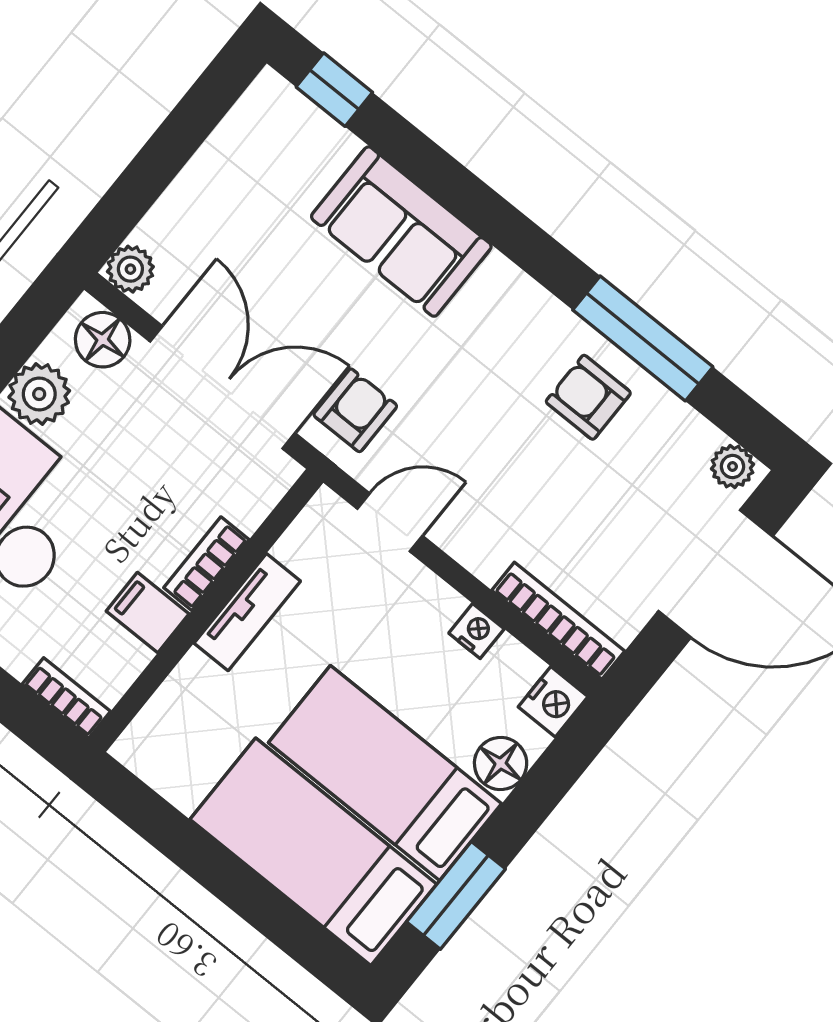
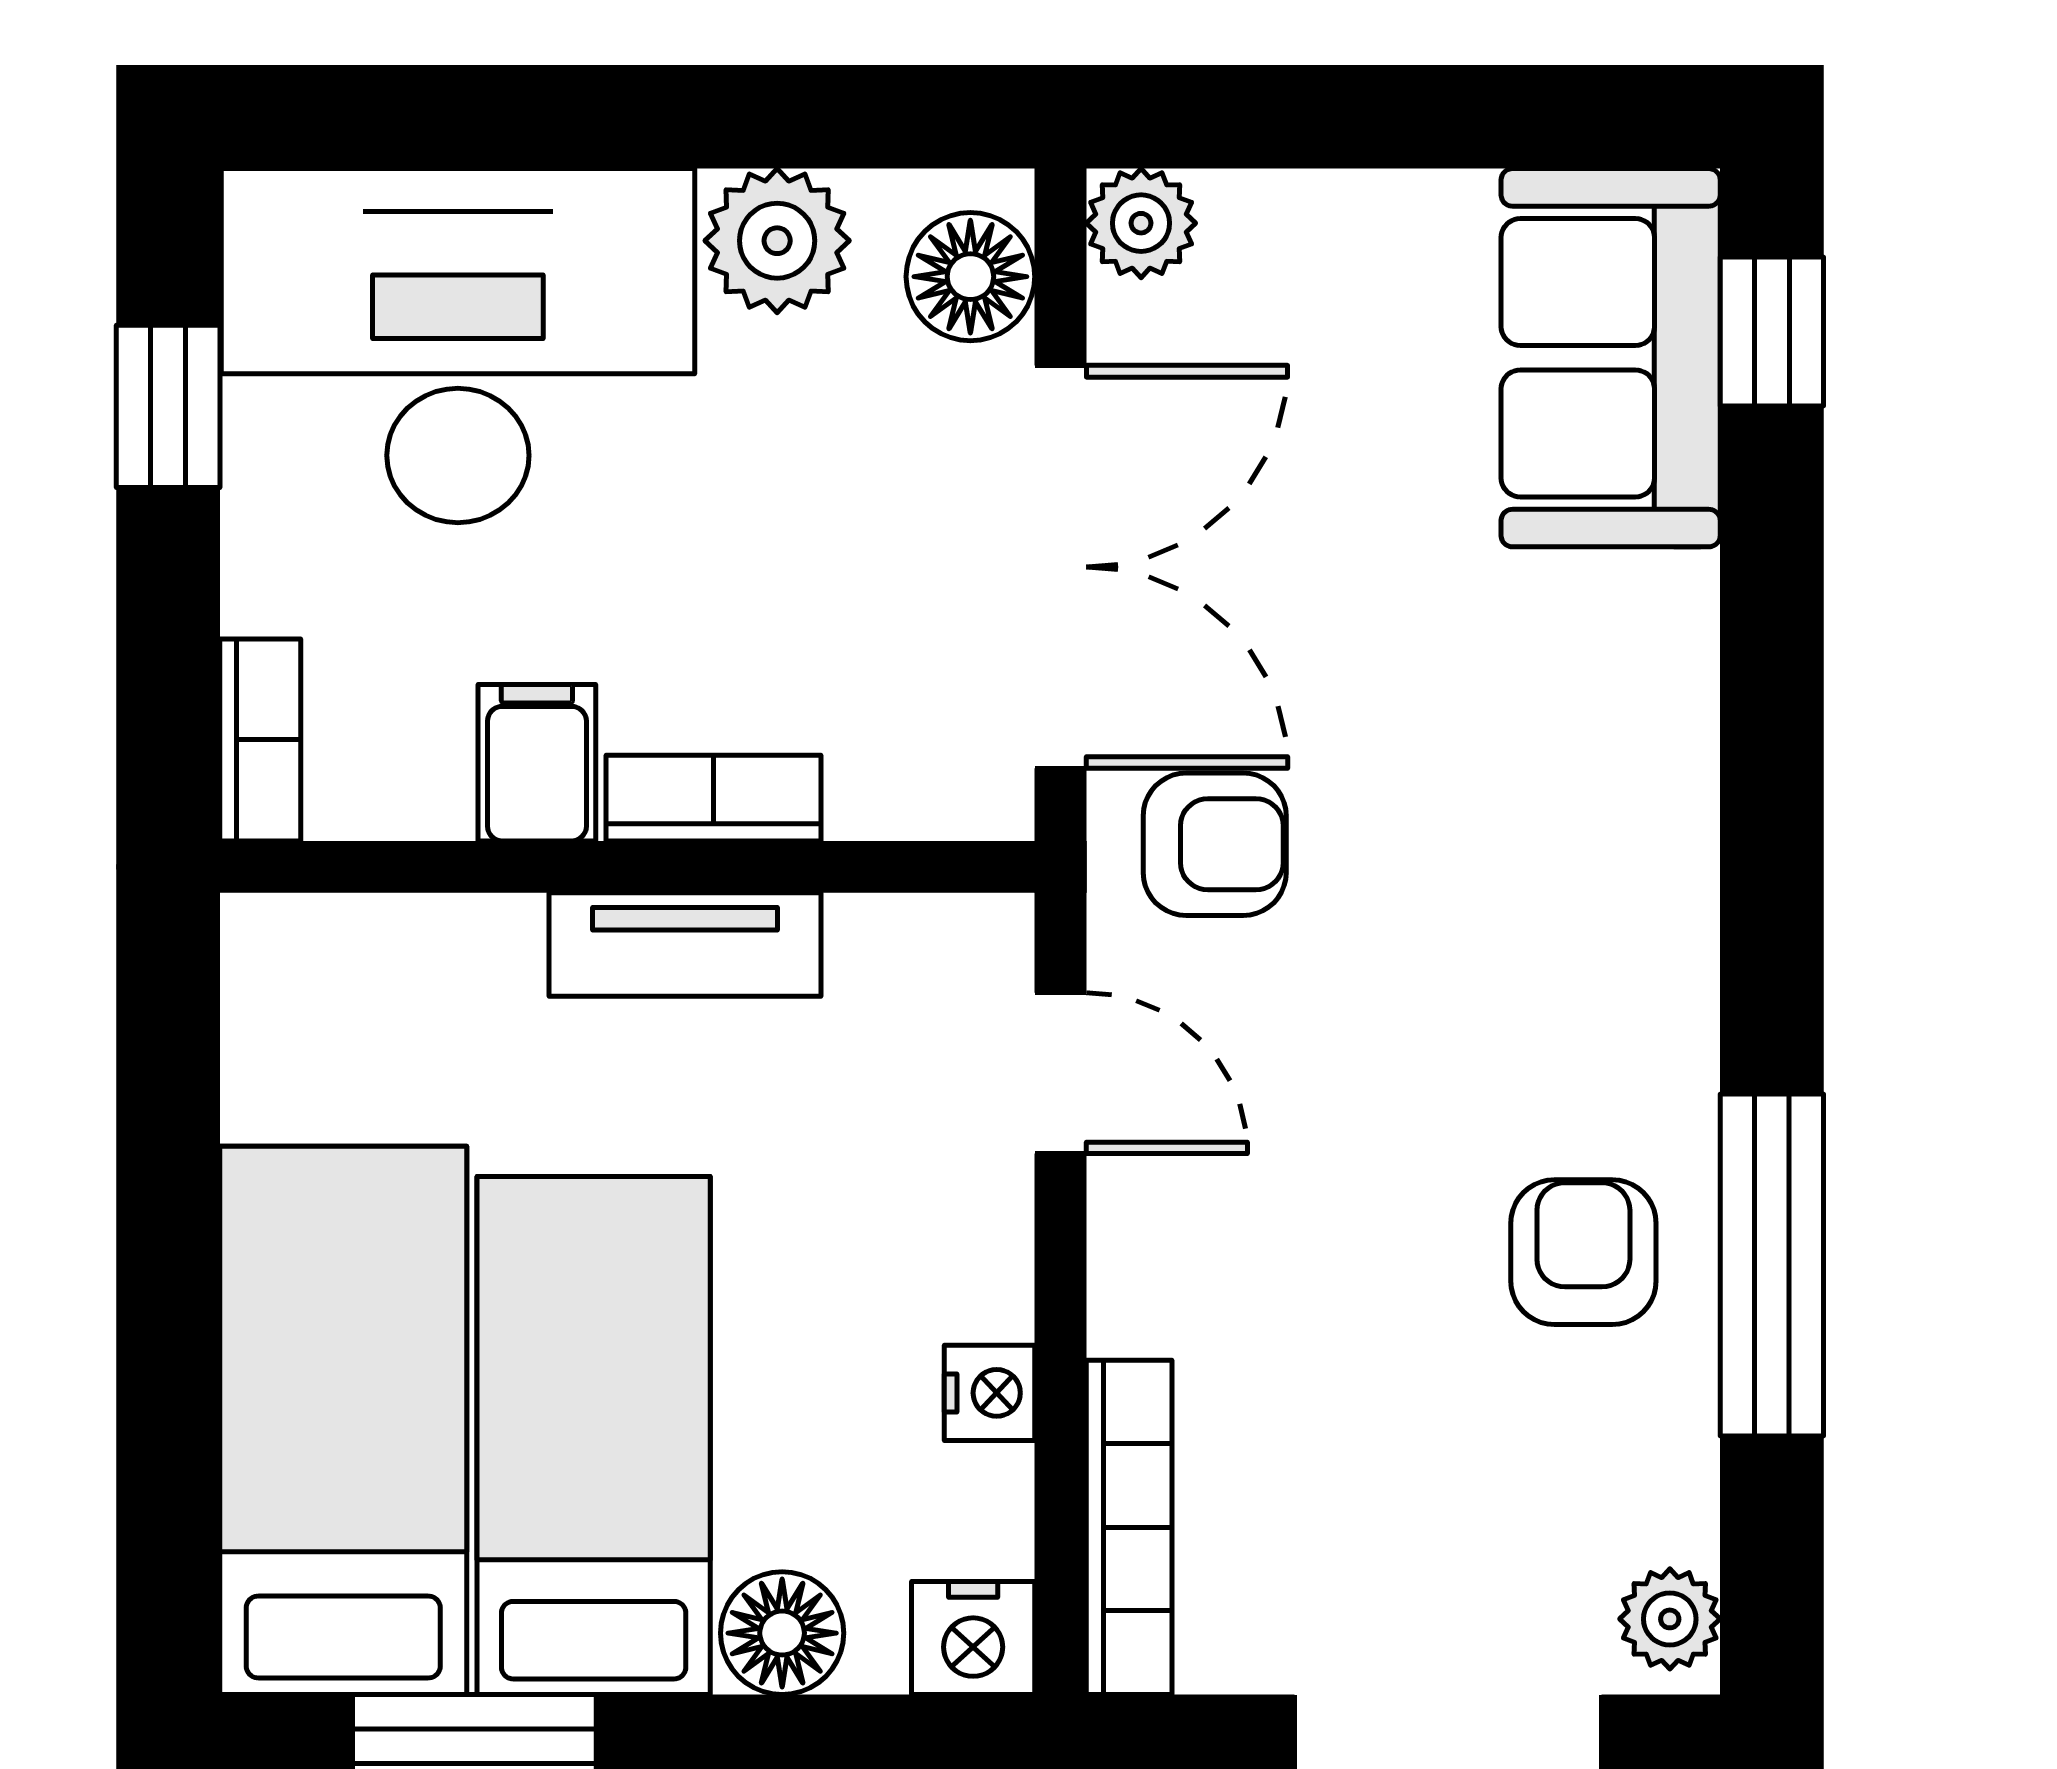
sofa: (401, 232) -> (1611, 358), moved

